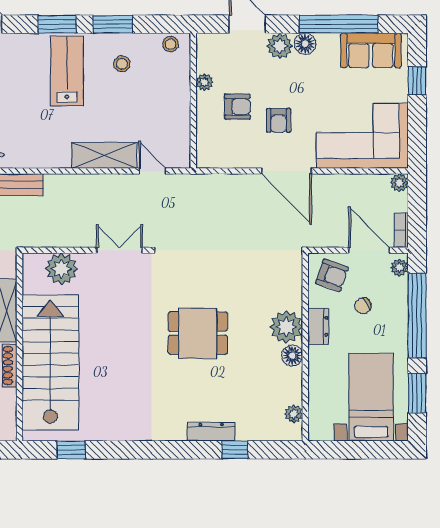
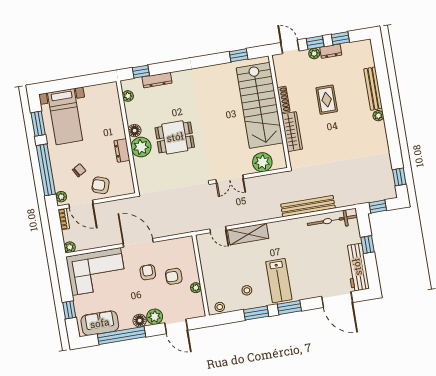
dresser: (318, 326) -> (122, 150), moved
plant: (286, 327) -> (141, 147), moved
wall: (305, 347) -> (128, 137), moved
floor lamp: (292, 355) -> (135, 131), moved
plant: (294, 414) -> (128, 96), moved

